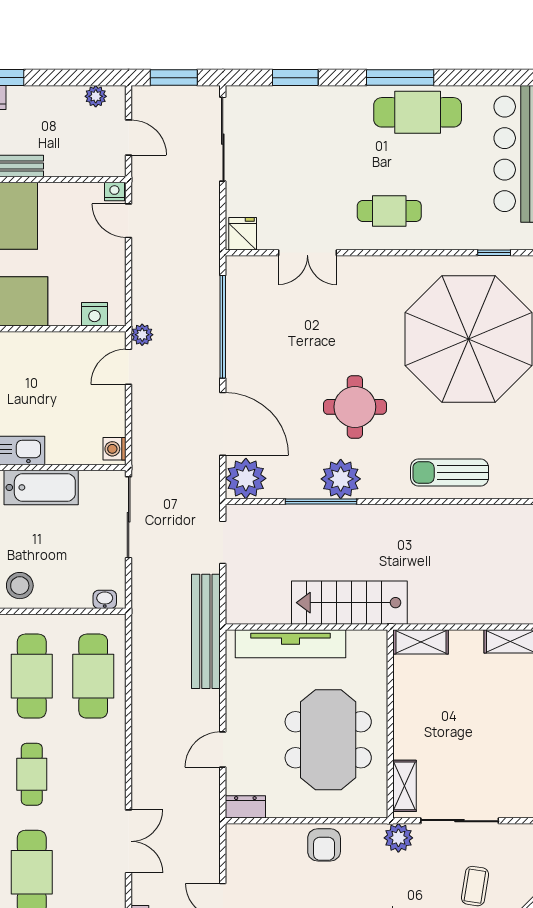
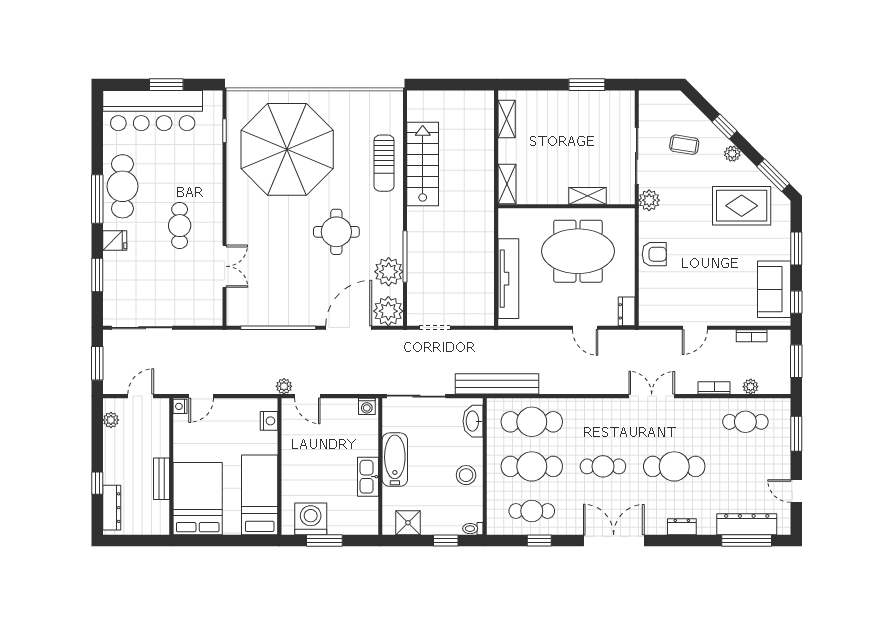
cafe table: (389, 211) -> (180, 226), moved
fridge: (243, 234) -> (115, 241), moved, turned 180
plant: (341, 479) -> (389, 272), moved
washbasin: (105, 599) -> (473, 421), width x1.91, depth x1.45
stairs: (349, 603) -> (423, 164), moved, turned 180
bench: (206, 631) -> (497, 384), moved
shelving: (404, 786) -> (588, 196), moved

